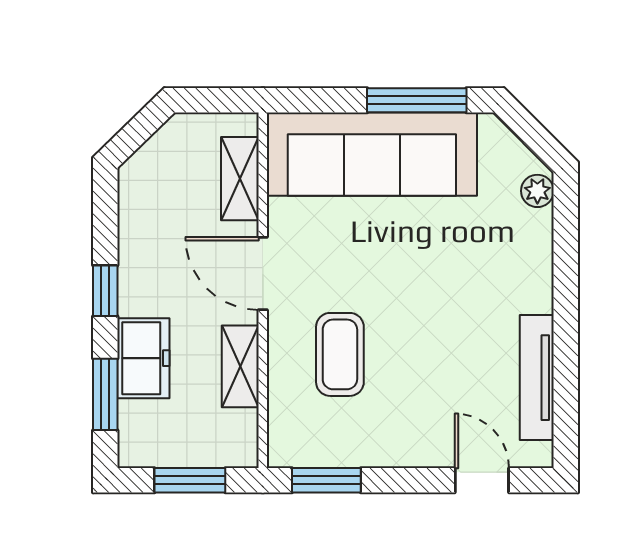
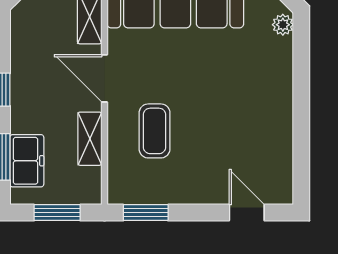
freezer: (143, 358) -> (27, 161), moved
tv unit: (537, 378) -> (282, 146), removed

